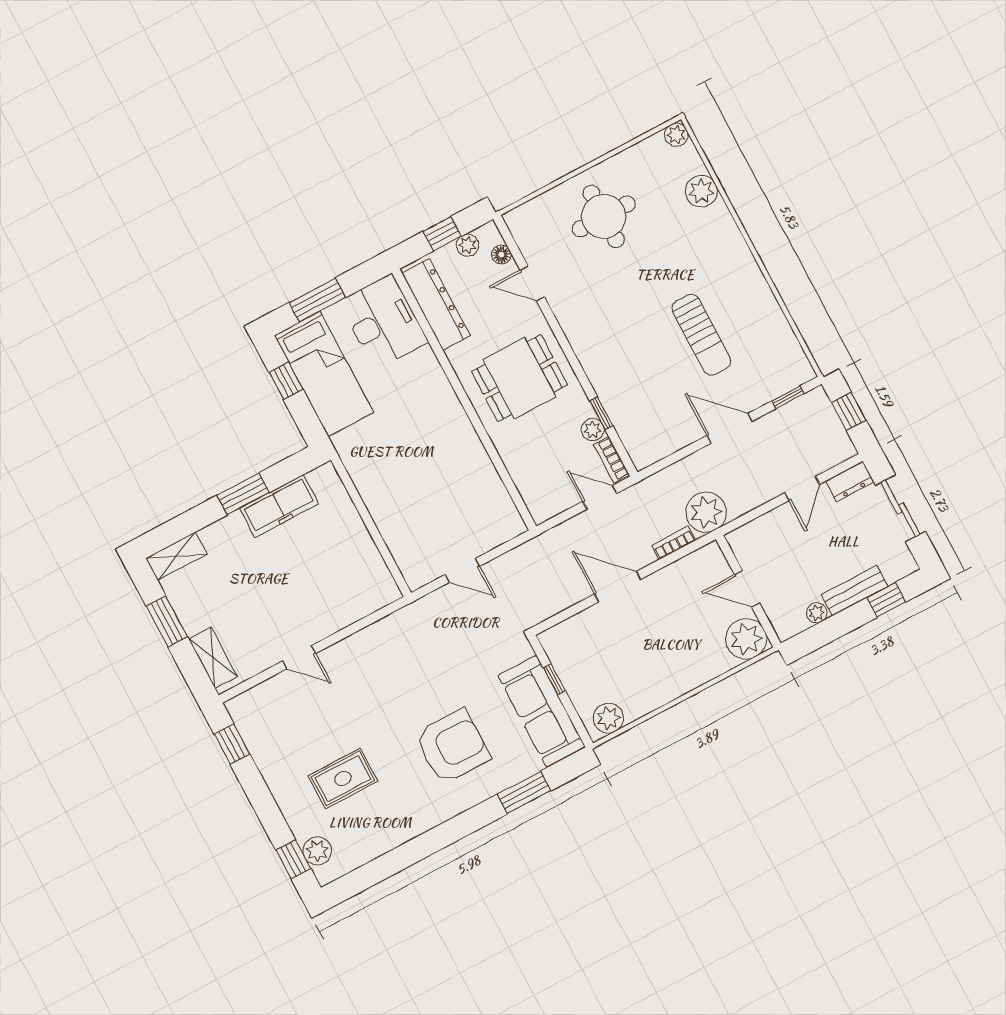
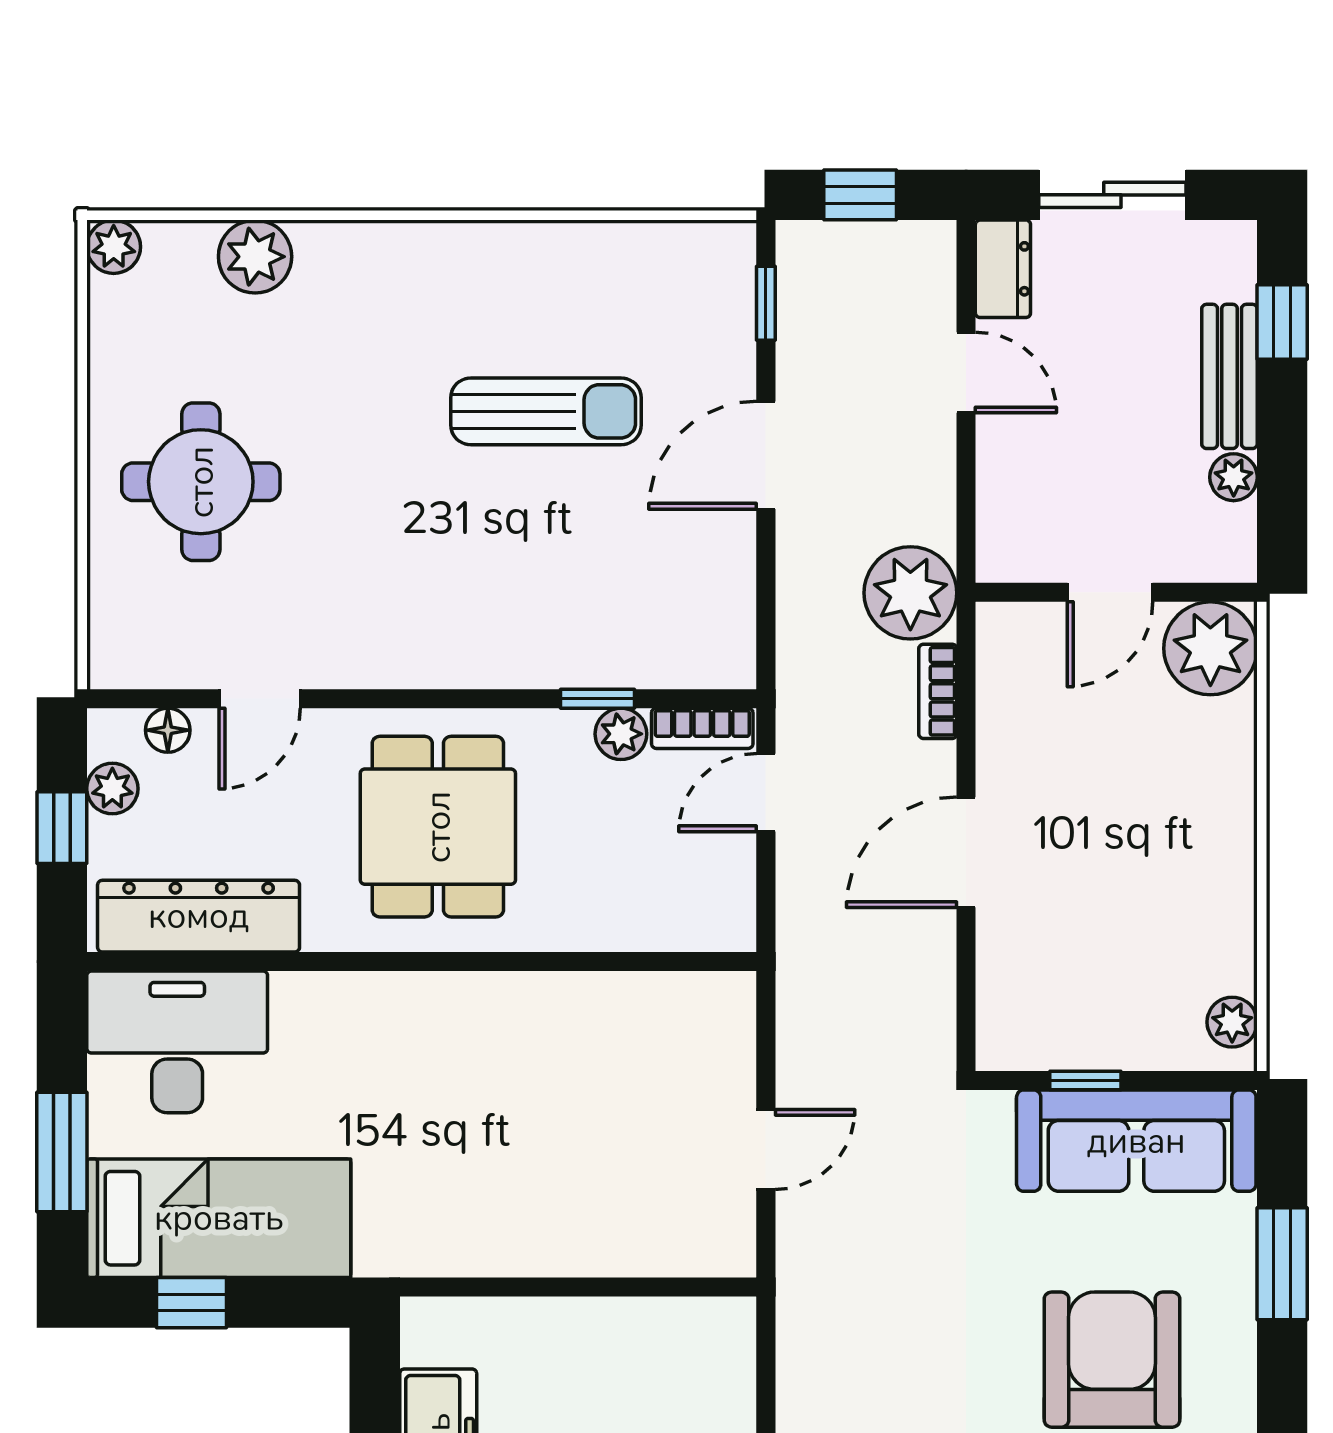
plant: (608, 718) -> (1232, 1022), width x0.73, depth x0.73

